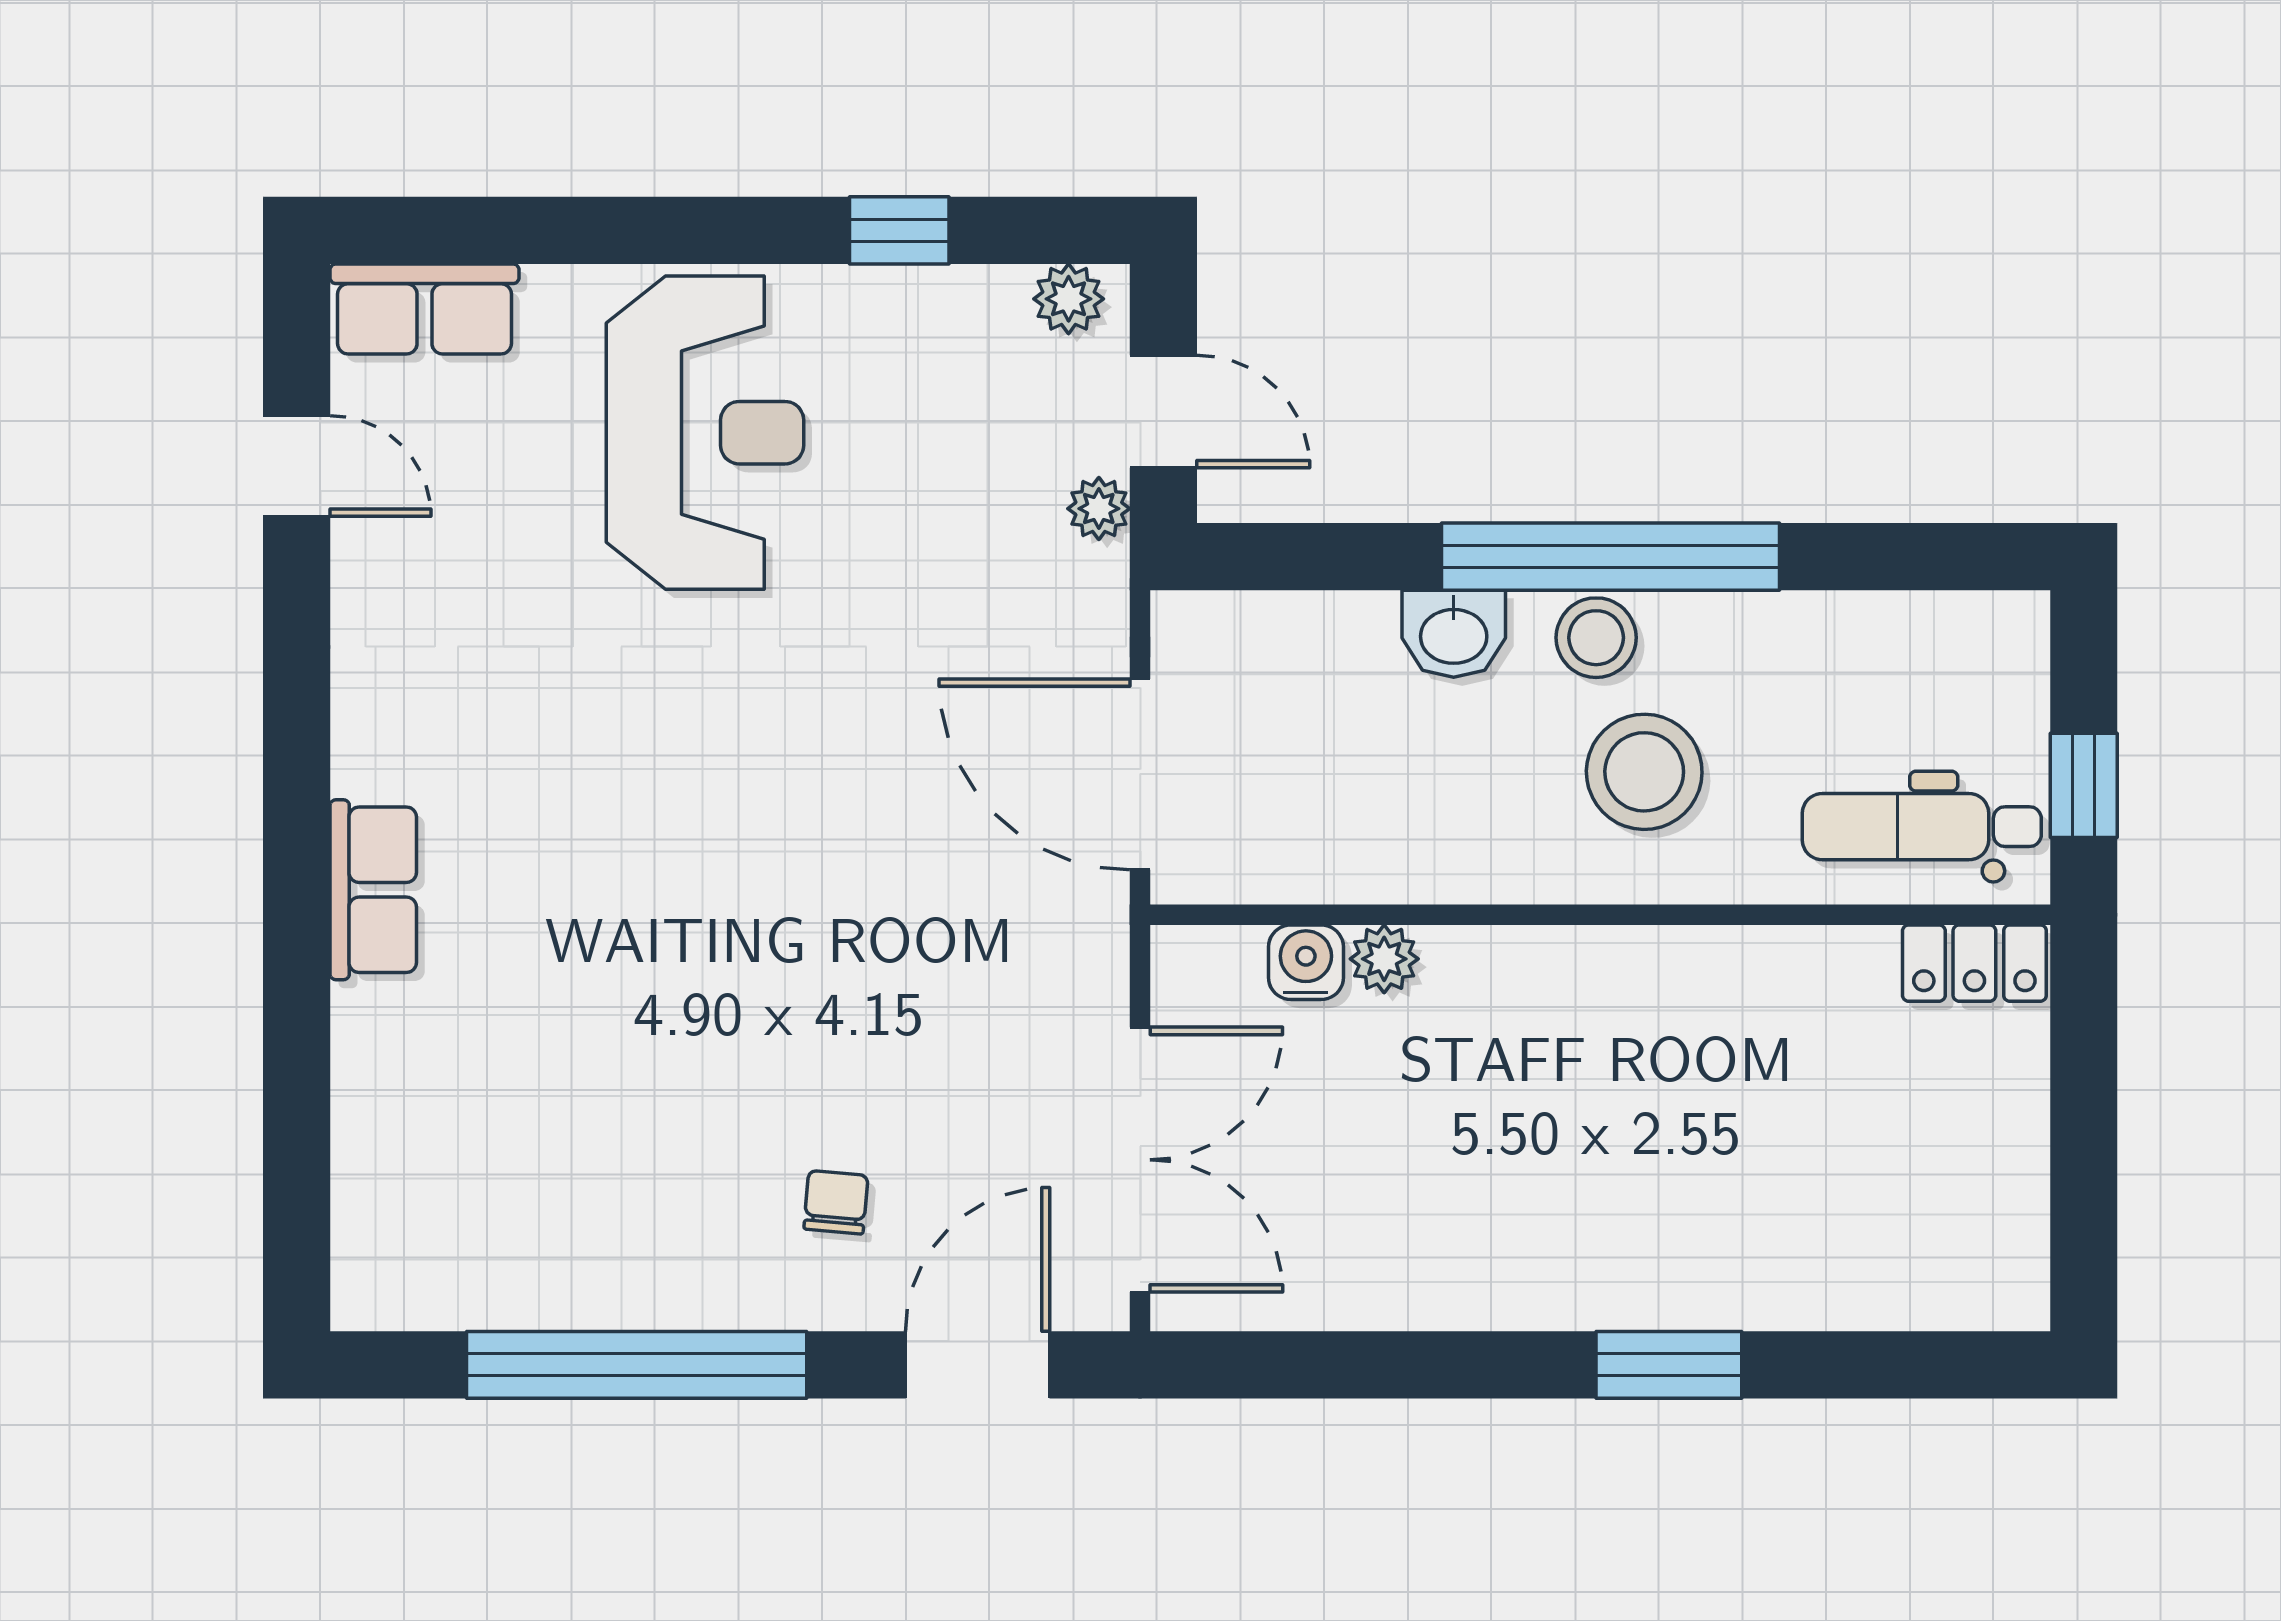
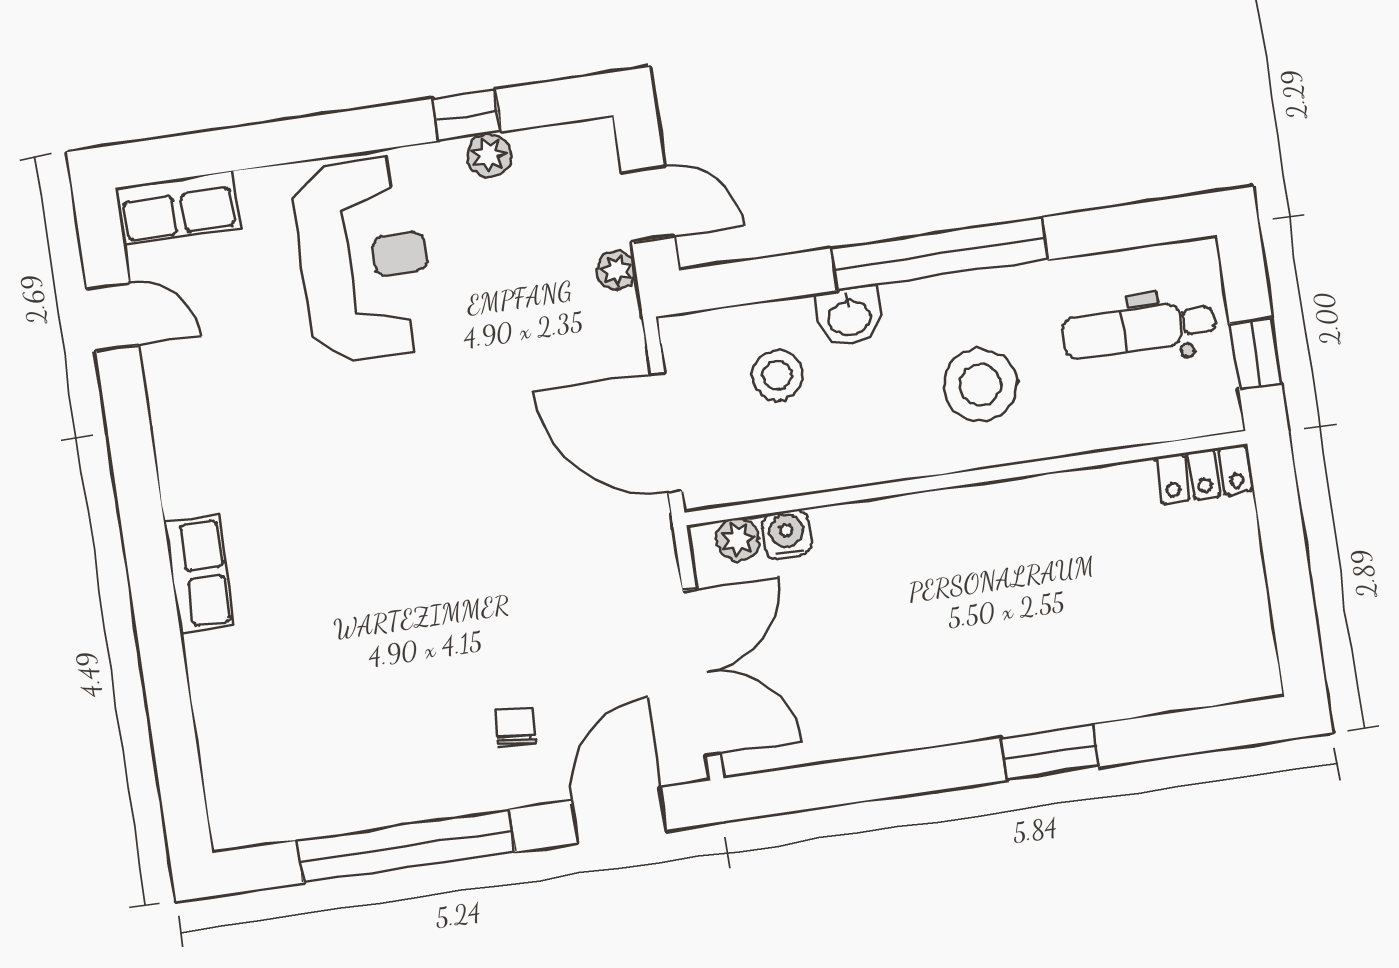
plant: (1069, 299) -> (489, 155), moved
stool: (1596, 638) -> (777, 375), moved
dental chair: (1922, 827) -> (1139, 329), moved
plant: (1384, 959) -> (738, 539), moved

